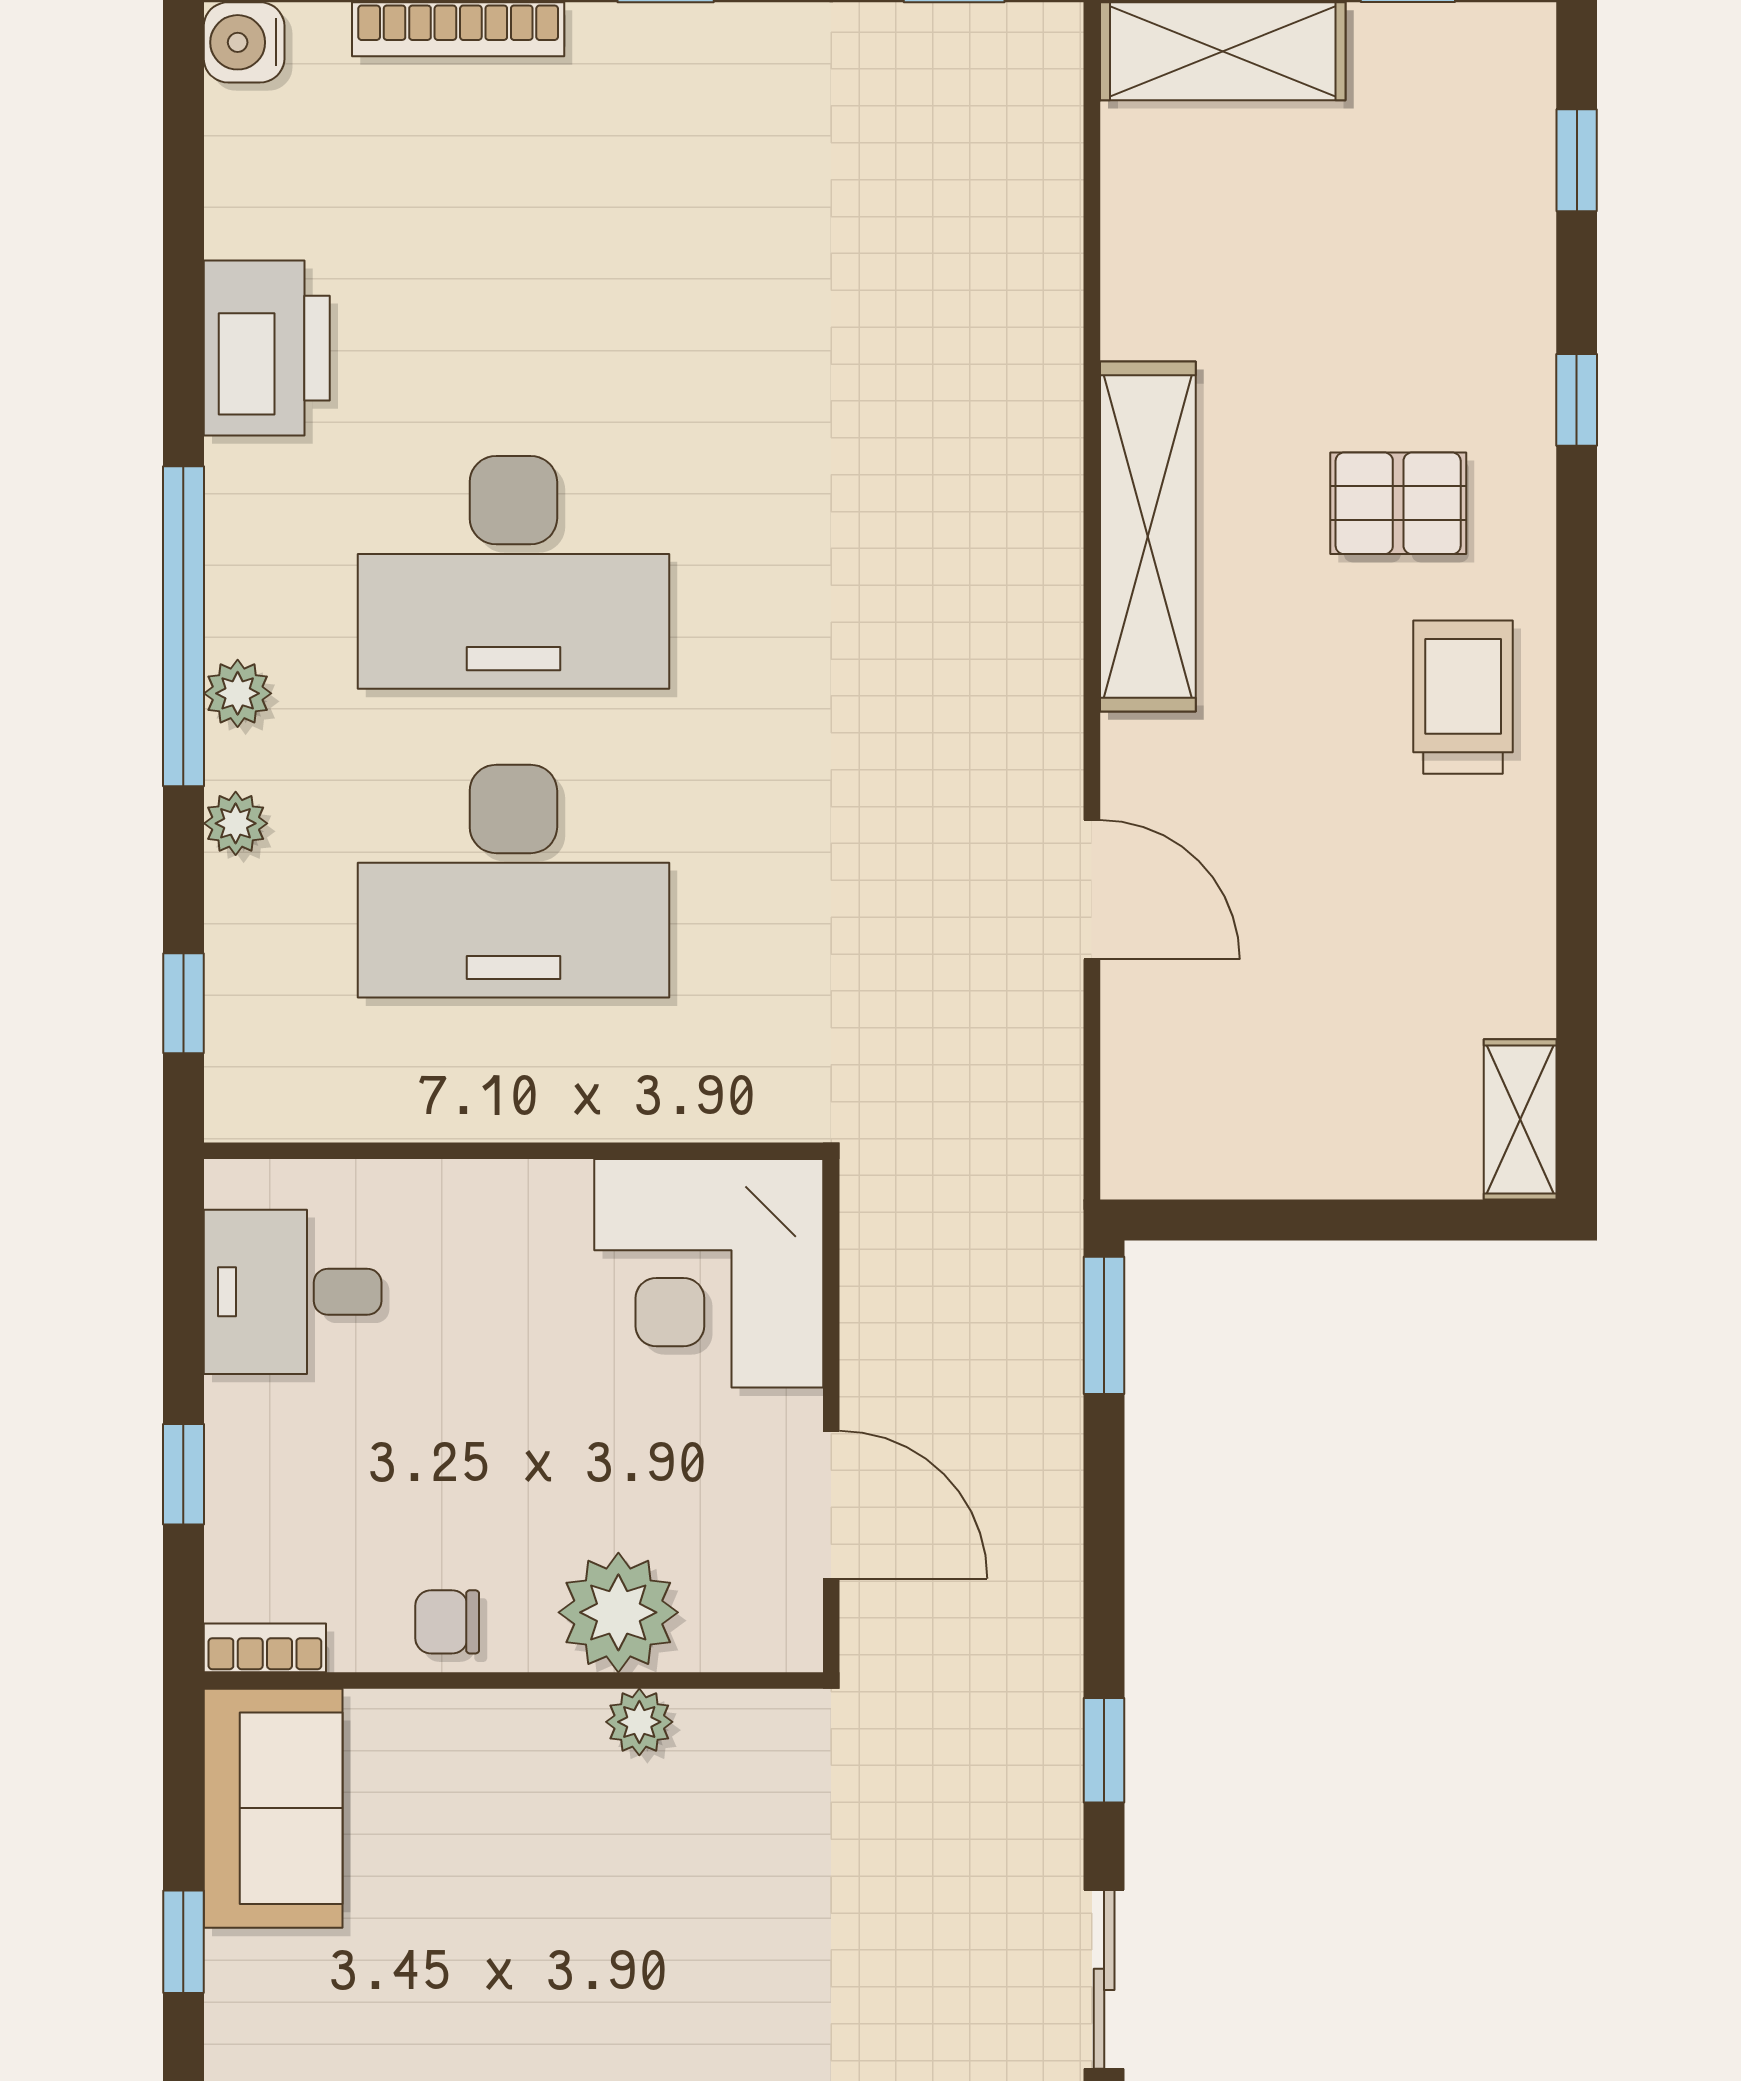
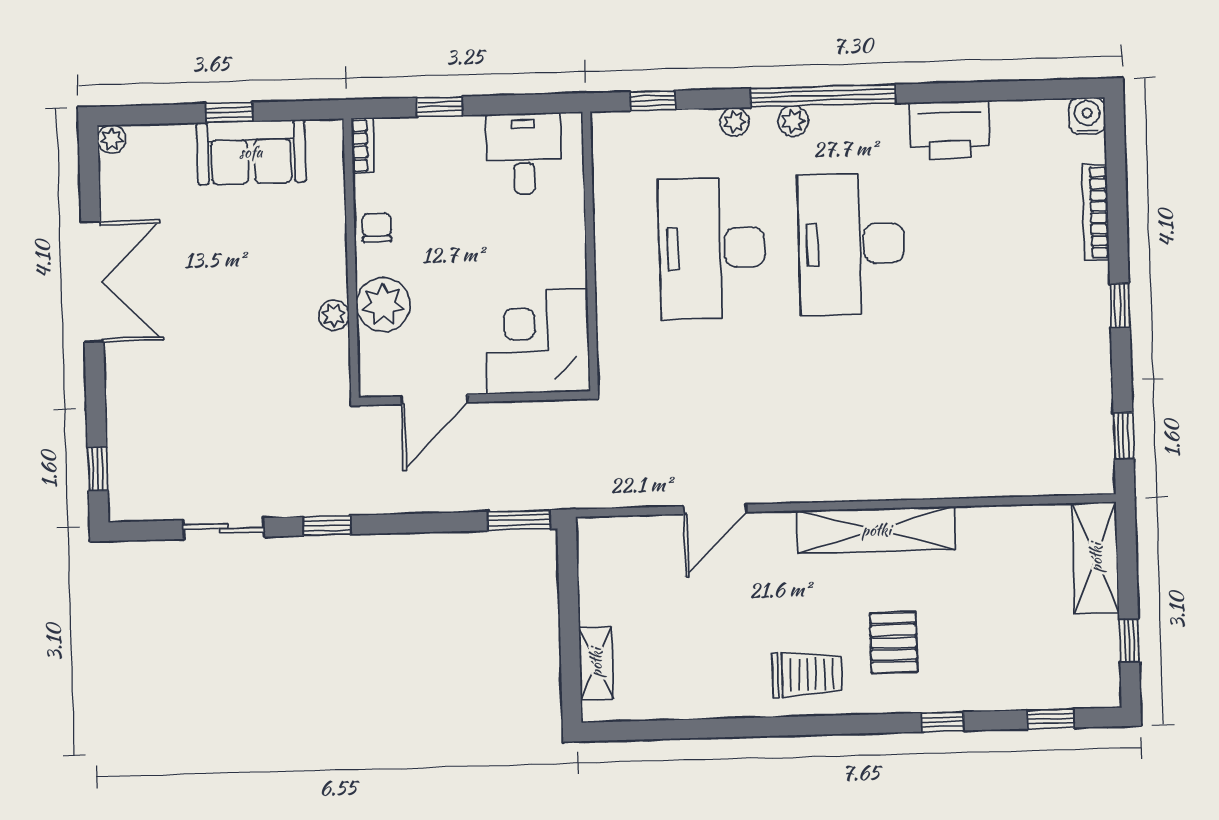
shelving: (1520, 1119) -> (596, 663), moved, turned 90
sofa: (273, 1808) -> (251, 152), moved

